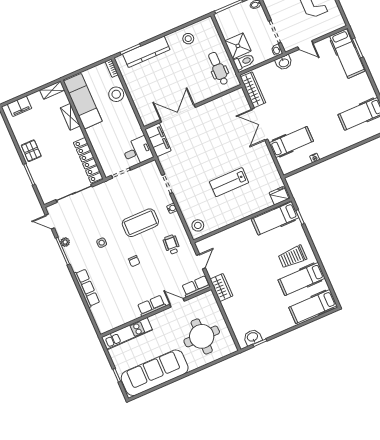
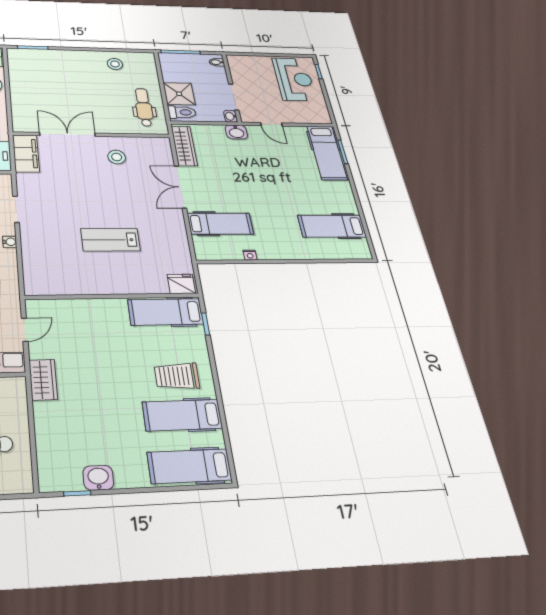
kitchen counter: (146, 52) -> (53, 57), removed
stool: (198, 225) -> (117, 157), moved
washbasin: (253, 337) -> (98, 478), moved

